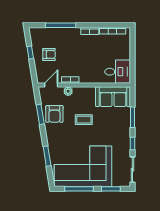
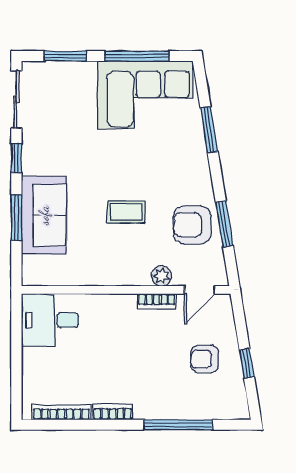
sofa: (113, 97) -> (44, 215), moved, turned 90
armchair: (54, 114) -> (192, 225), turned -90
corner sofa: (83, 166) -> (145, 95), width x0.73, depth x0.74

